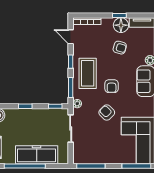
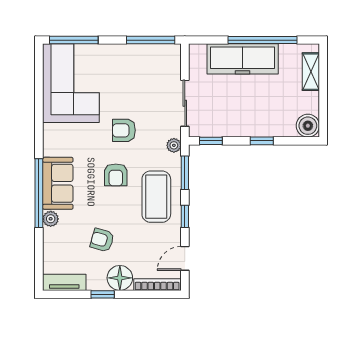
floor lamp: (121, 25) -> (120, 278), moved
door: (71, 37) -> (185, 258), swing flipped
armchair: (112, 86) -> (116, 175), turned 180
armchair: (107, 113) -> (124, 130), turned 135

